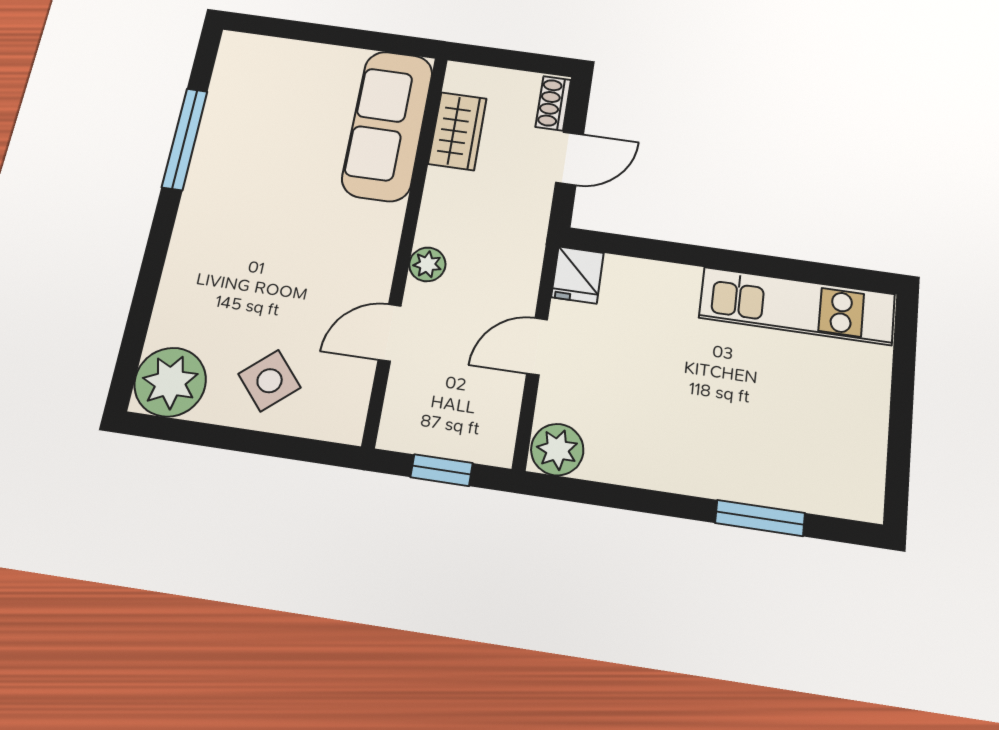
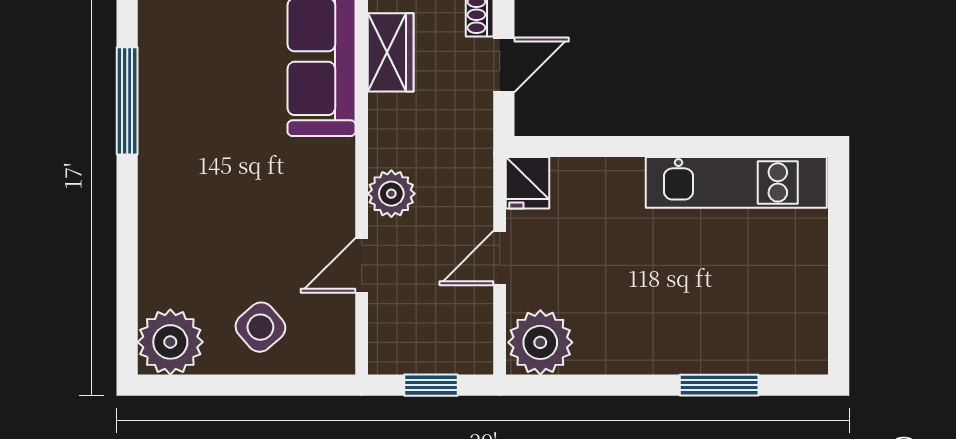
plant: (427, 264) -> (391, 194), width x1.38, depth x1.38
plant: (557, 450) -> (540, 342), width x1.36, depth x1.36

